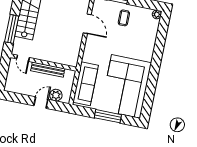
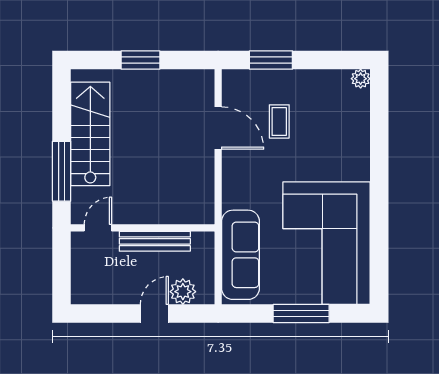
coffee table: (124, 18) -> (279, 121), moved
door: (23, 58) -> (98, 228), swing flipped

